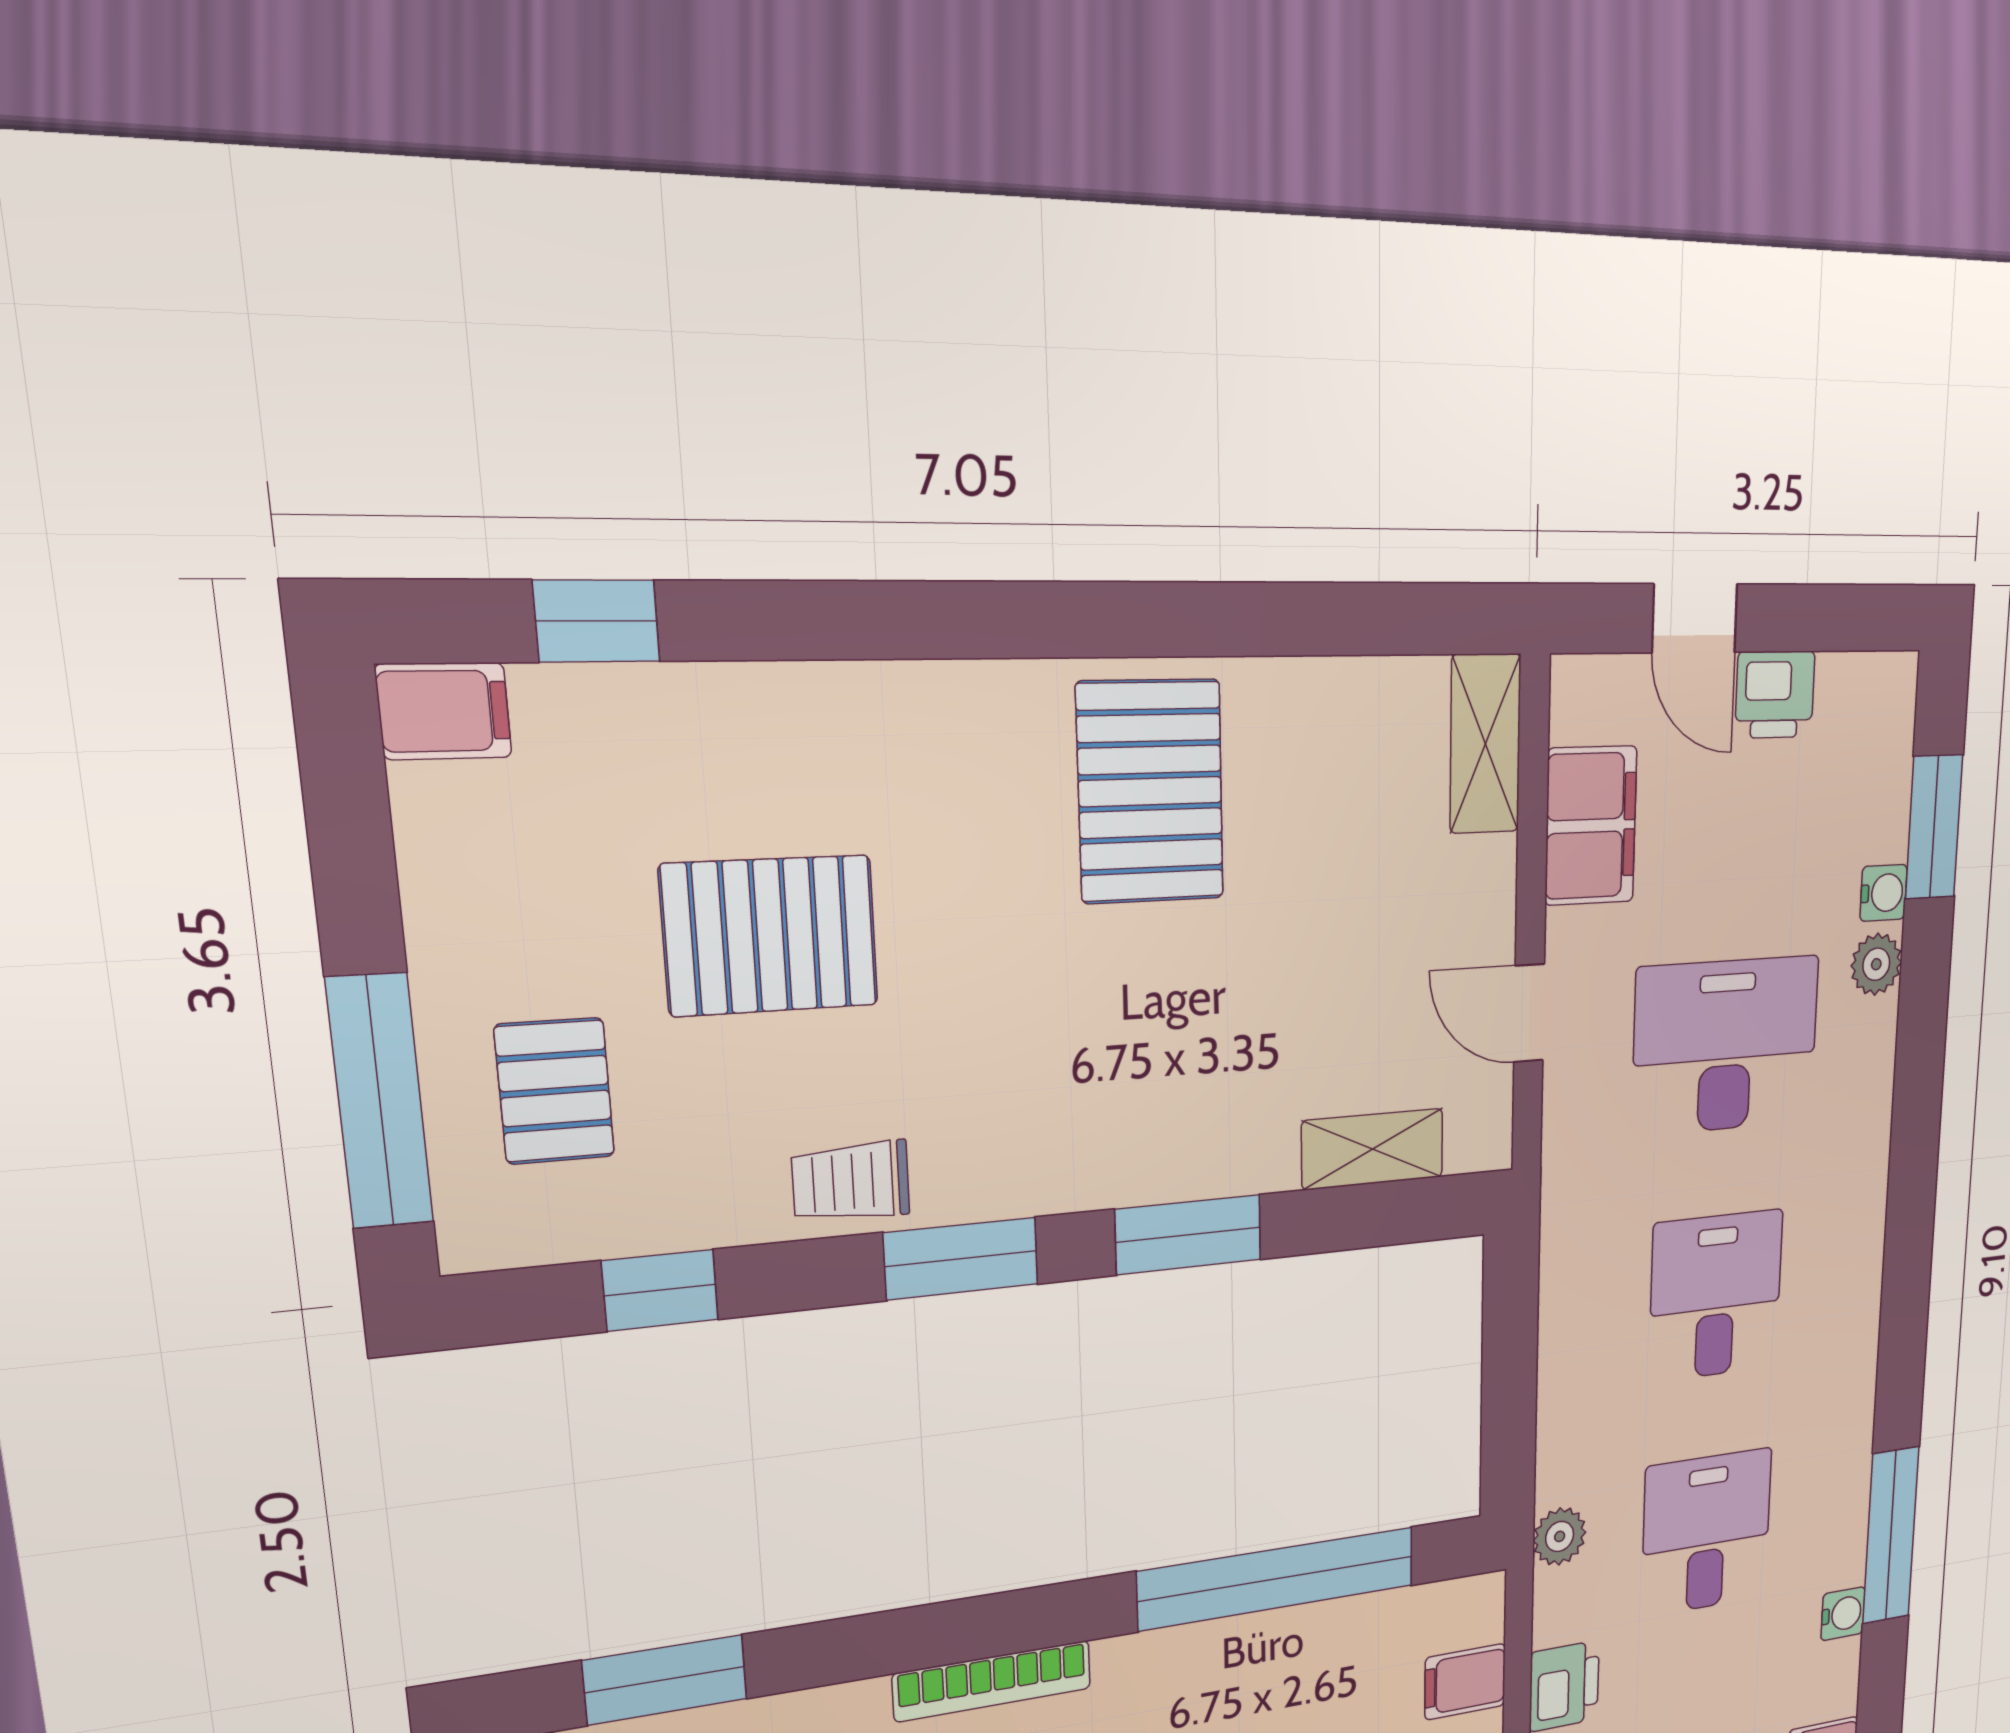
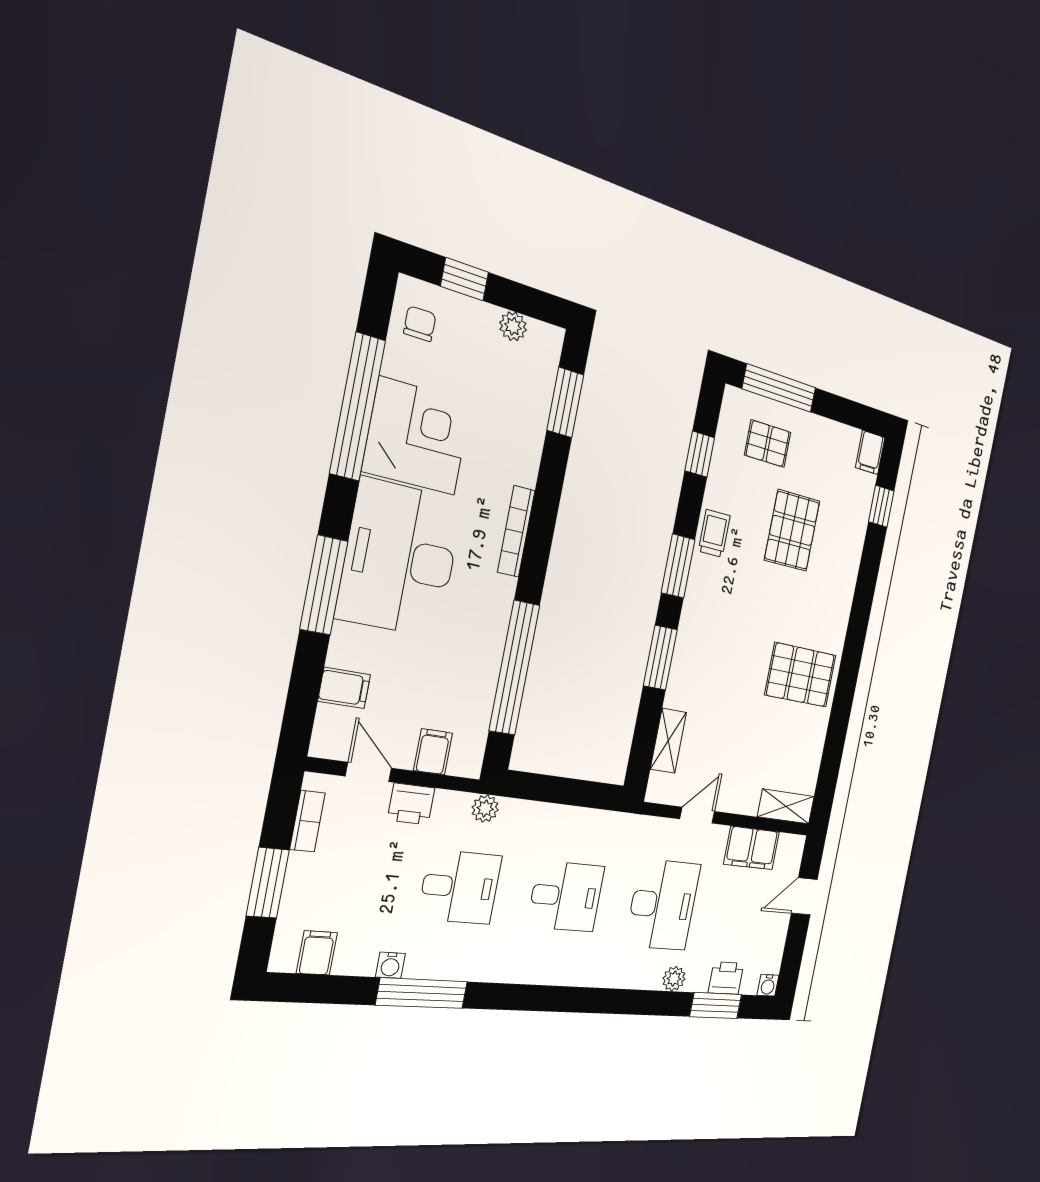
printer: (1775, 695) -> (726, 978), moved, turned 90
water cooler: (1884, 893) -> (768, 985), moved

